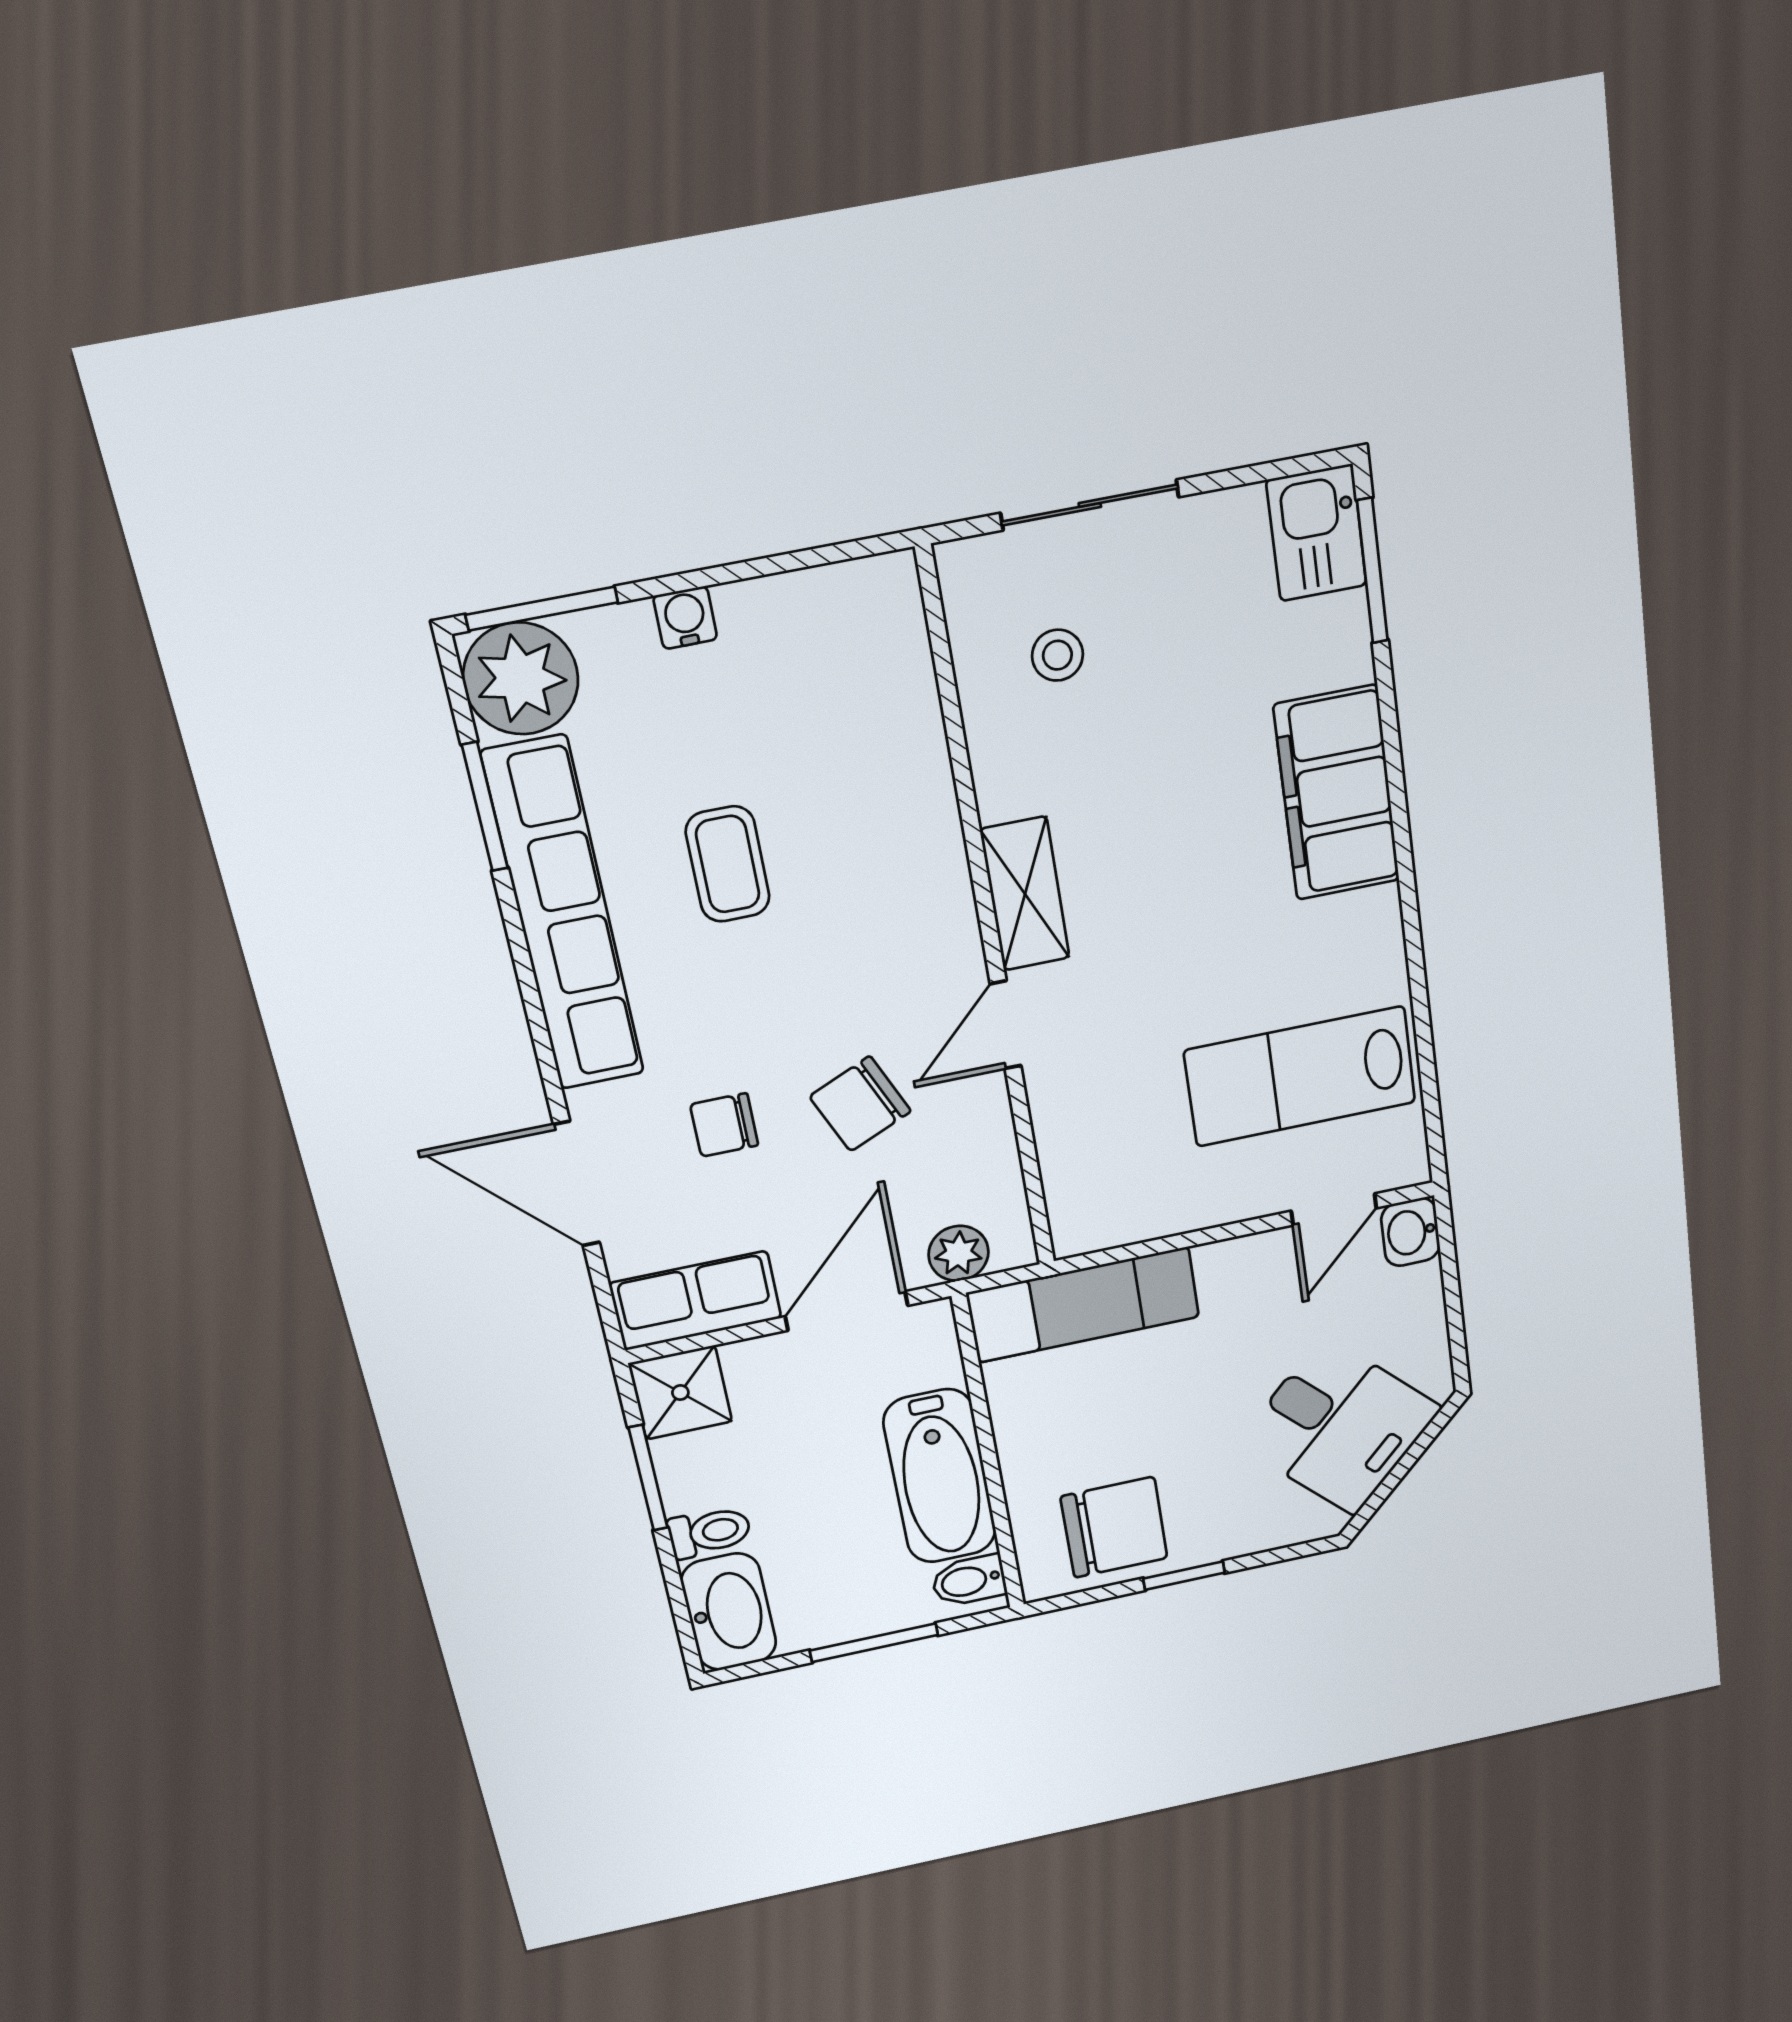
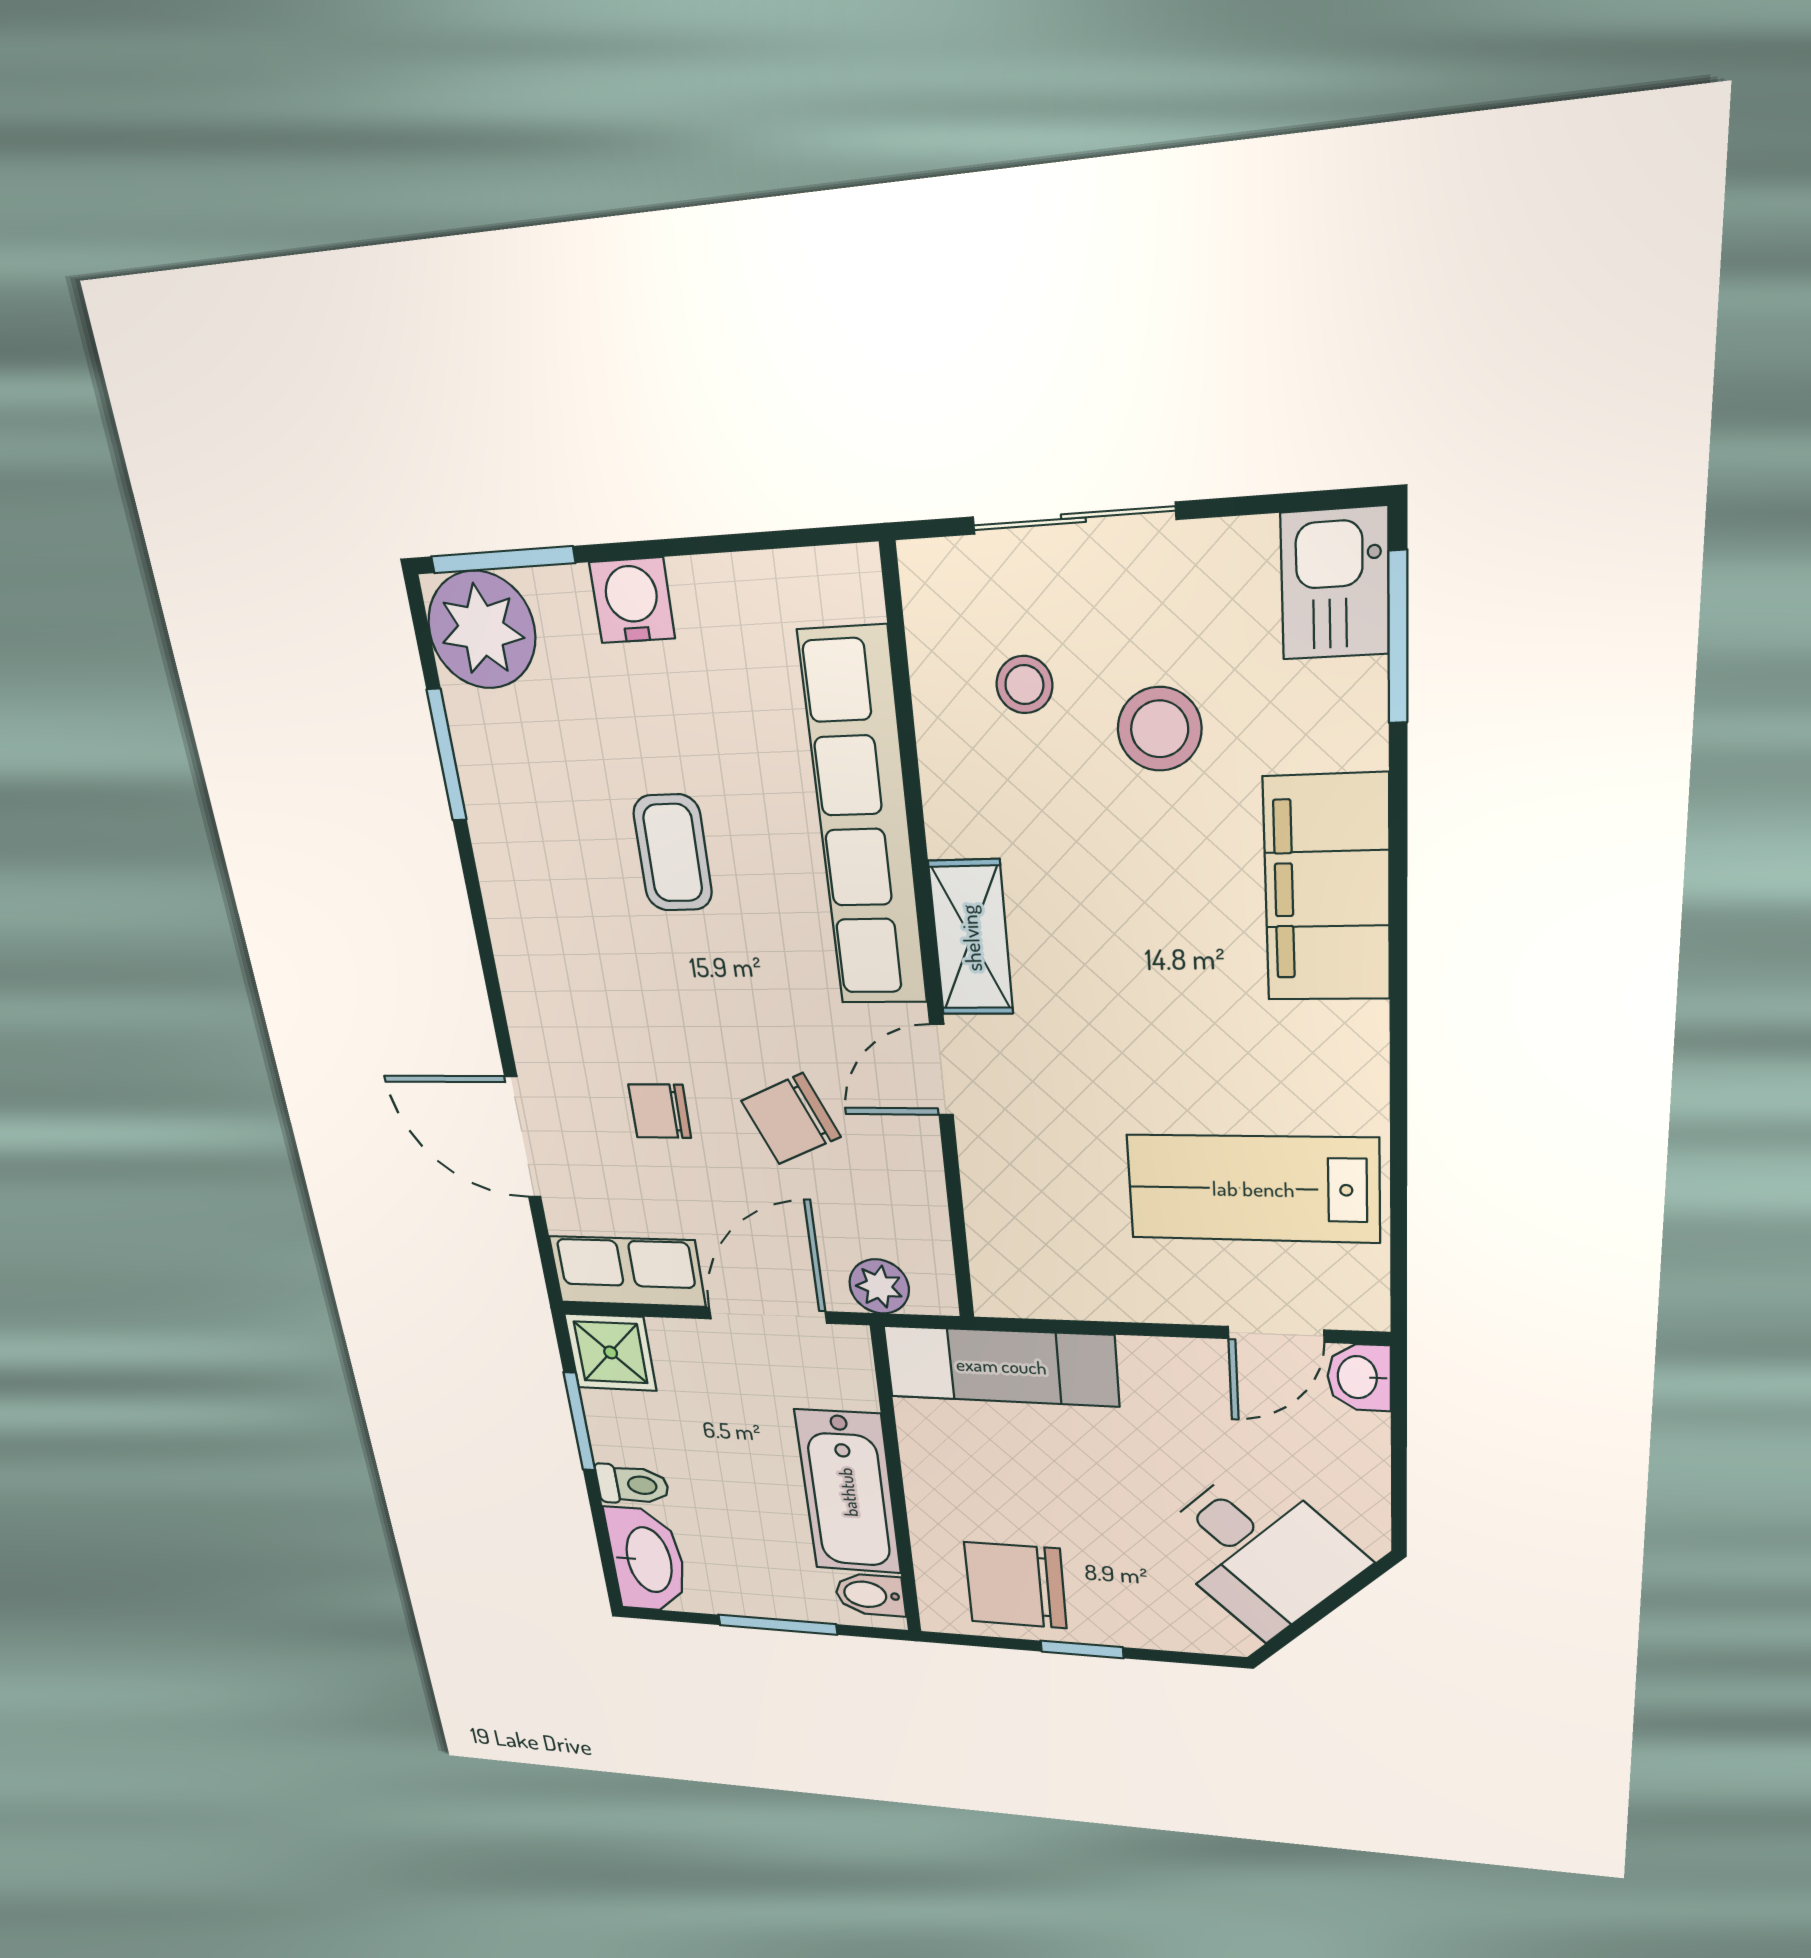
water cooler: (685, 618) -> (632, 600), width x1.38, depth x1.38
stool: (1181, 677) -> (1160, 729), added
row of seats: (564, 915) -> (864, 822), moved, turned 180
chair: (1114, 1527) -> (1015, 1585), turned 180

